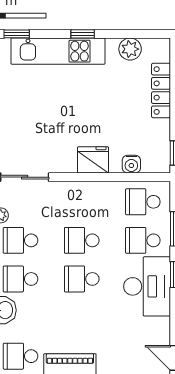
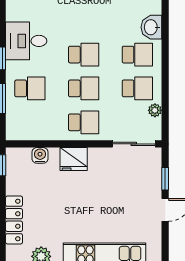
school desk: (143, 202) -> (84, 122), moved
desk: (147, 286) -> (26, 41), width x0.73

